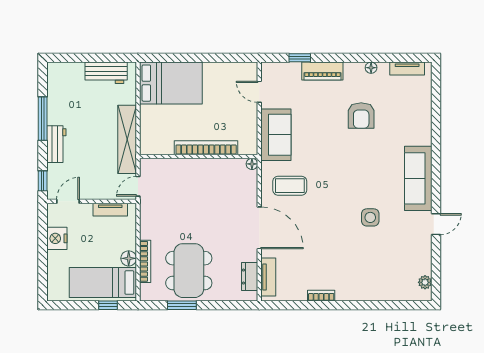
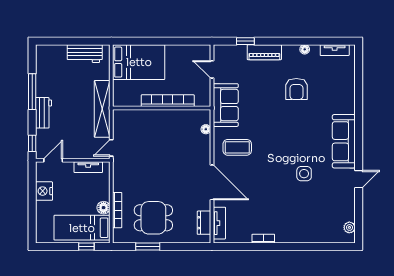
bookcase: (206, 148) -> (168, 101), moved
wall: (199, 157) -> (162, 108), moved
dining table: (189, 271) -> (153, 218), width x0.73

